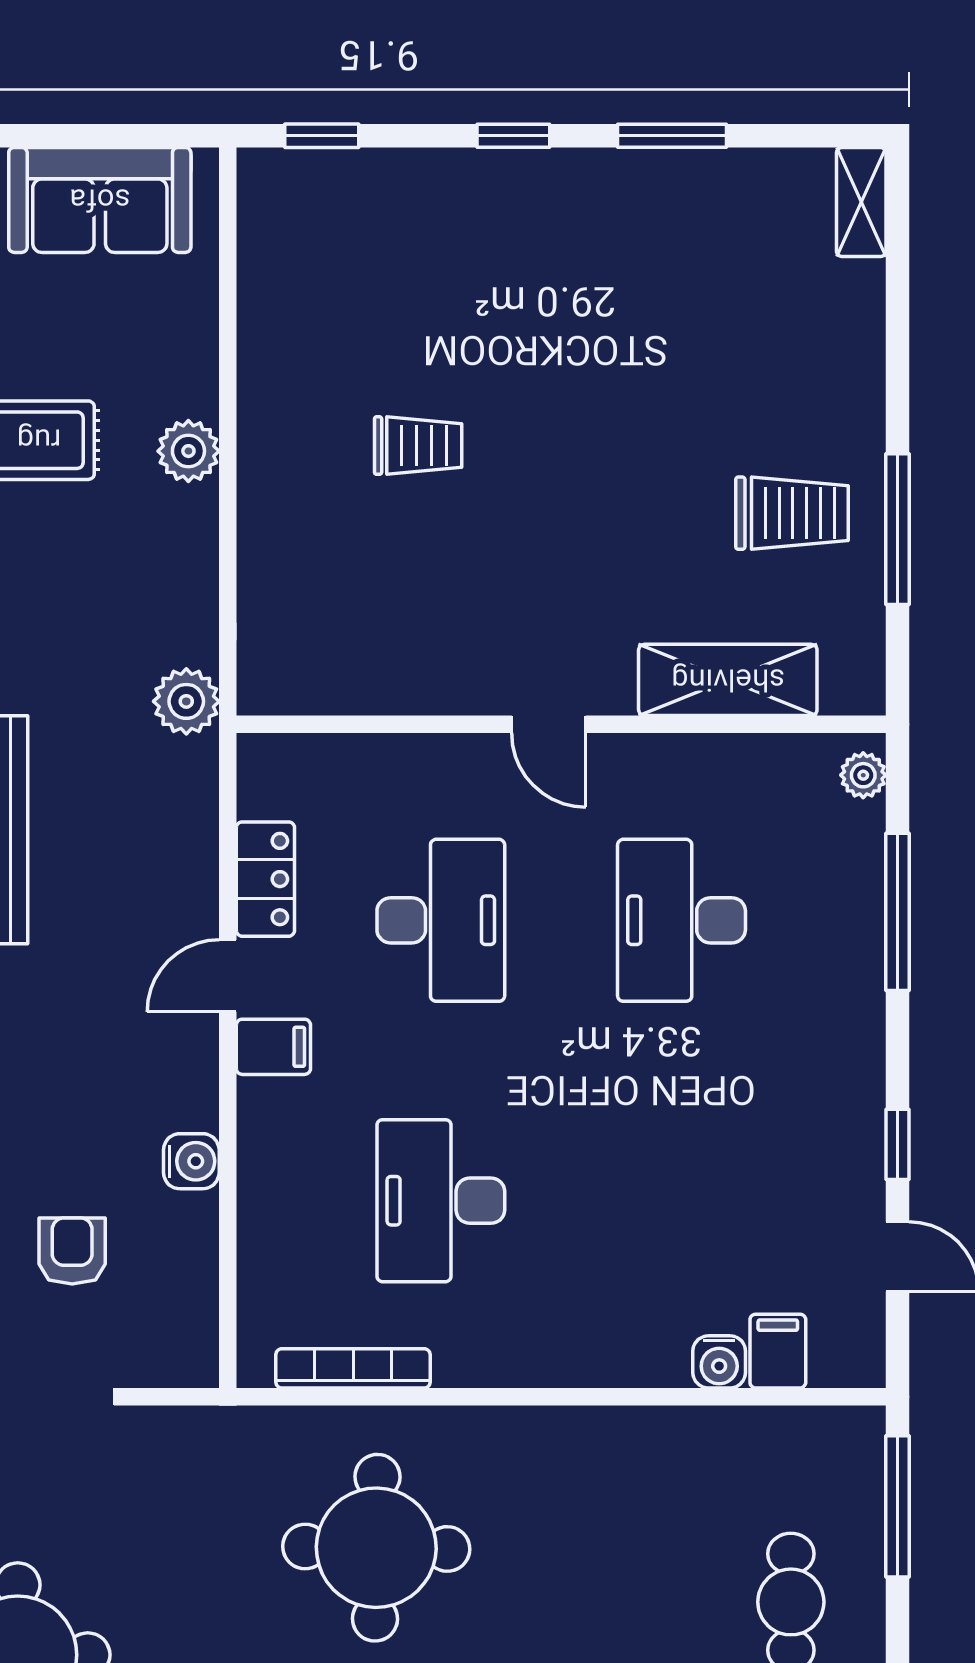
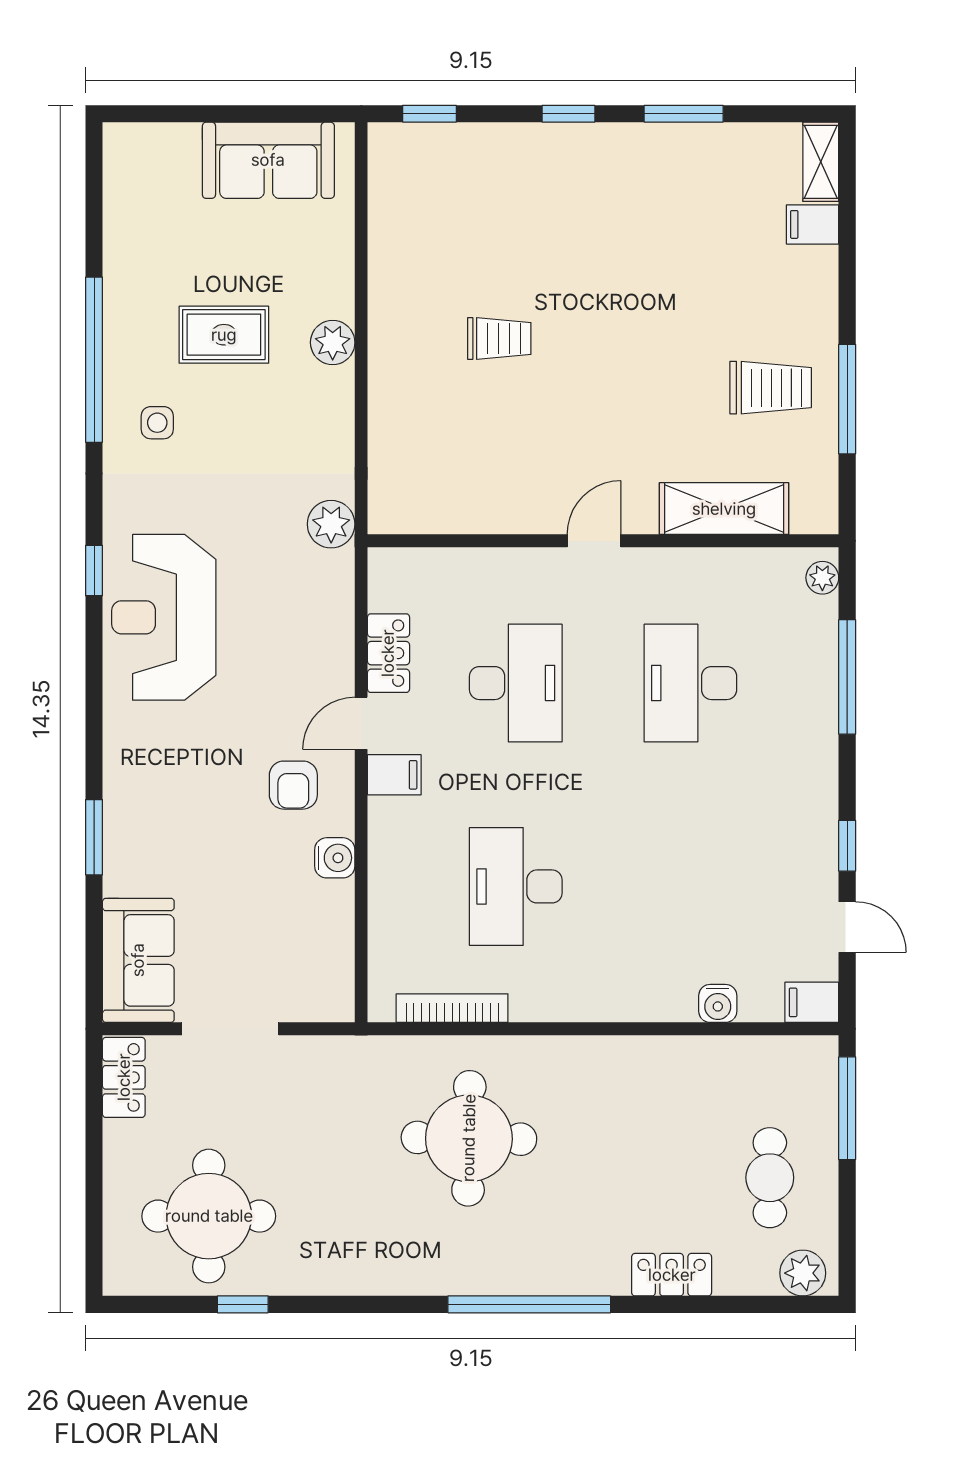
filing cabinet: (850, 288) -> (813, 224), added
door: (549, 724) -> (594, 541), swing flipped
armchair: (72, 1251) -> (293, 785), moved, turned 180
filing cabinet: (778, 1351) -> (812, 1002), moved, turned -90

